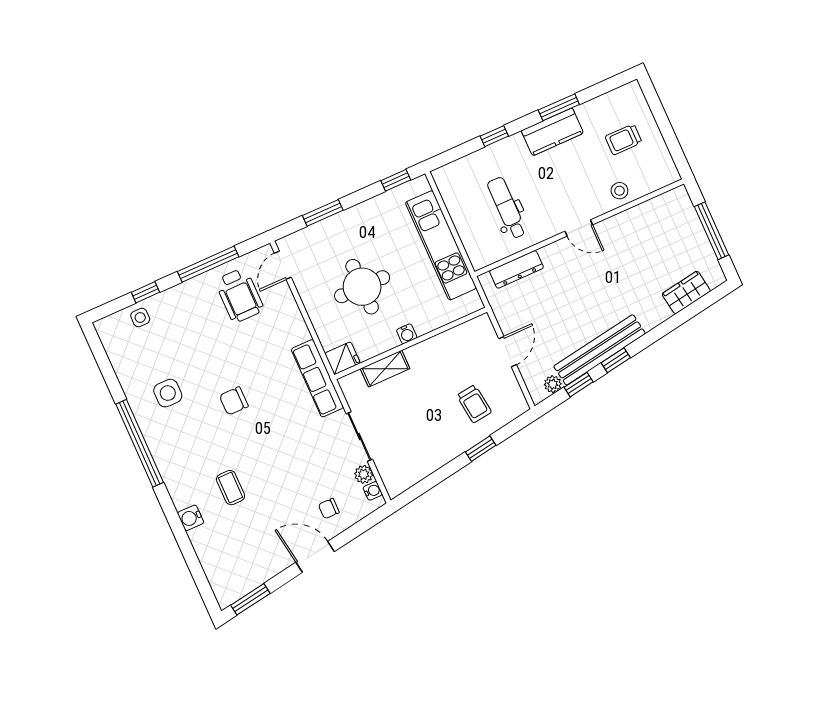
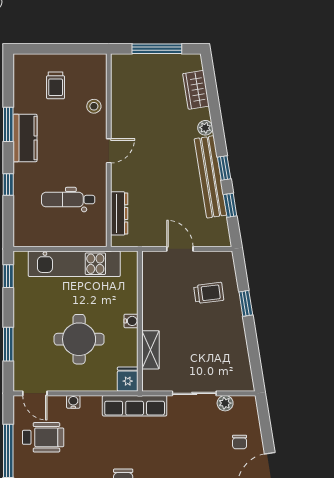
plant: (553, 384) -> (205, 128), moved
water cooler: (373, 491) -> (73, 402), moved

